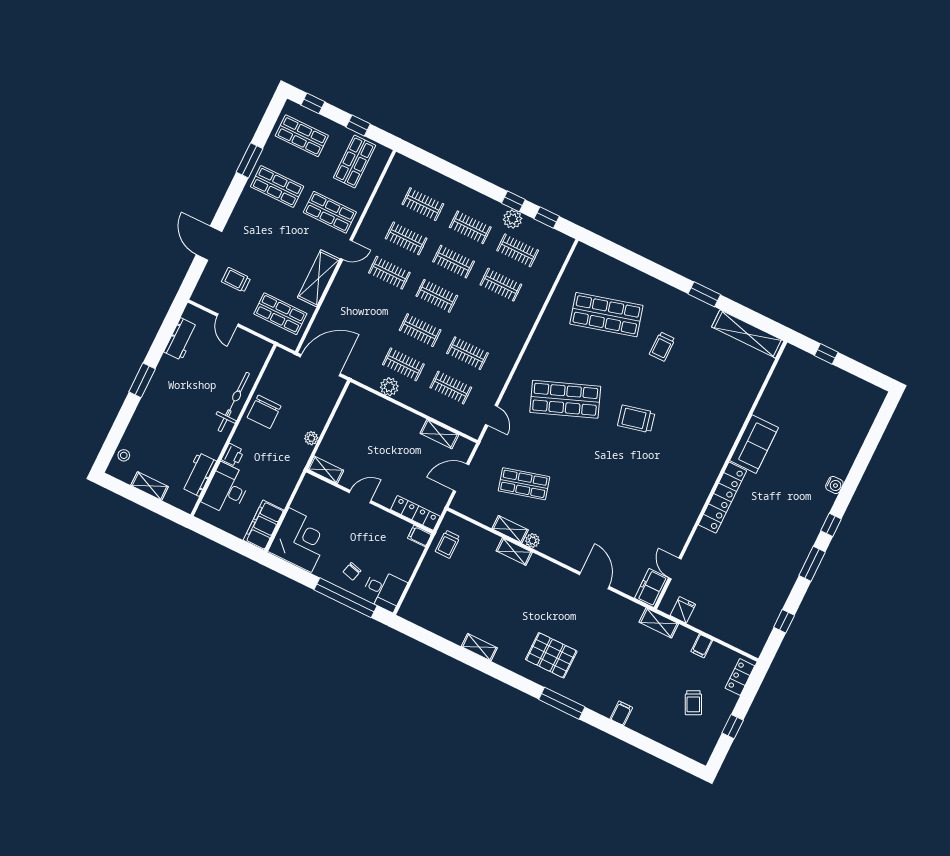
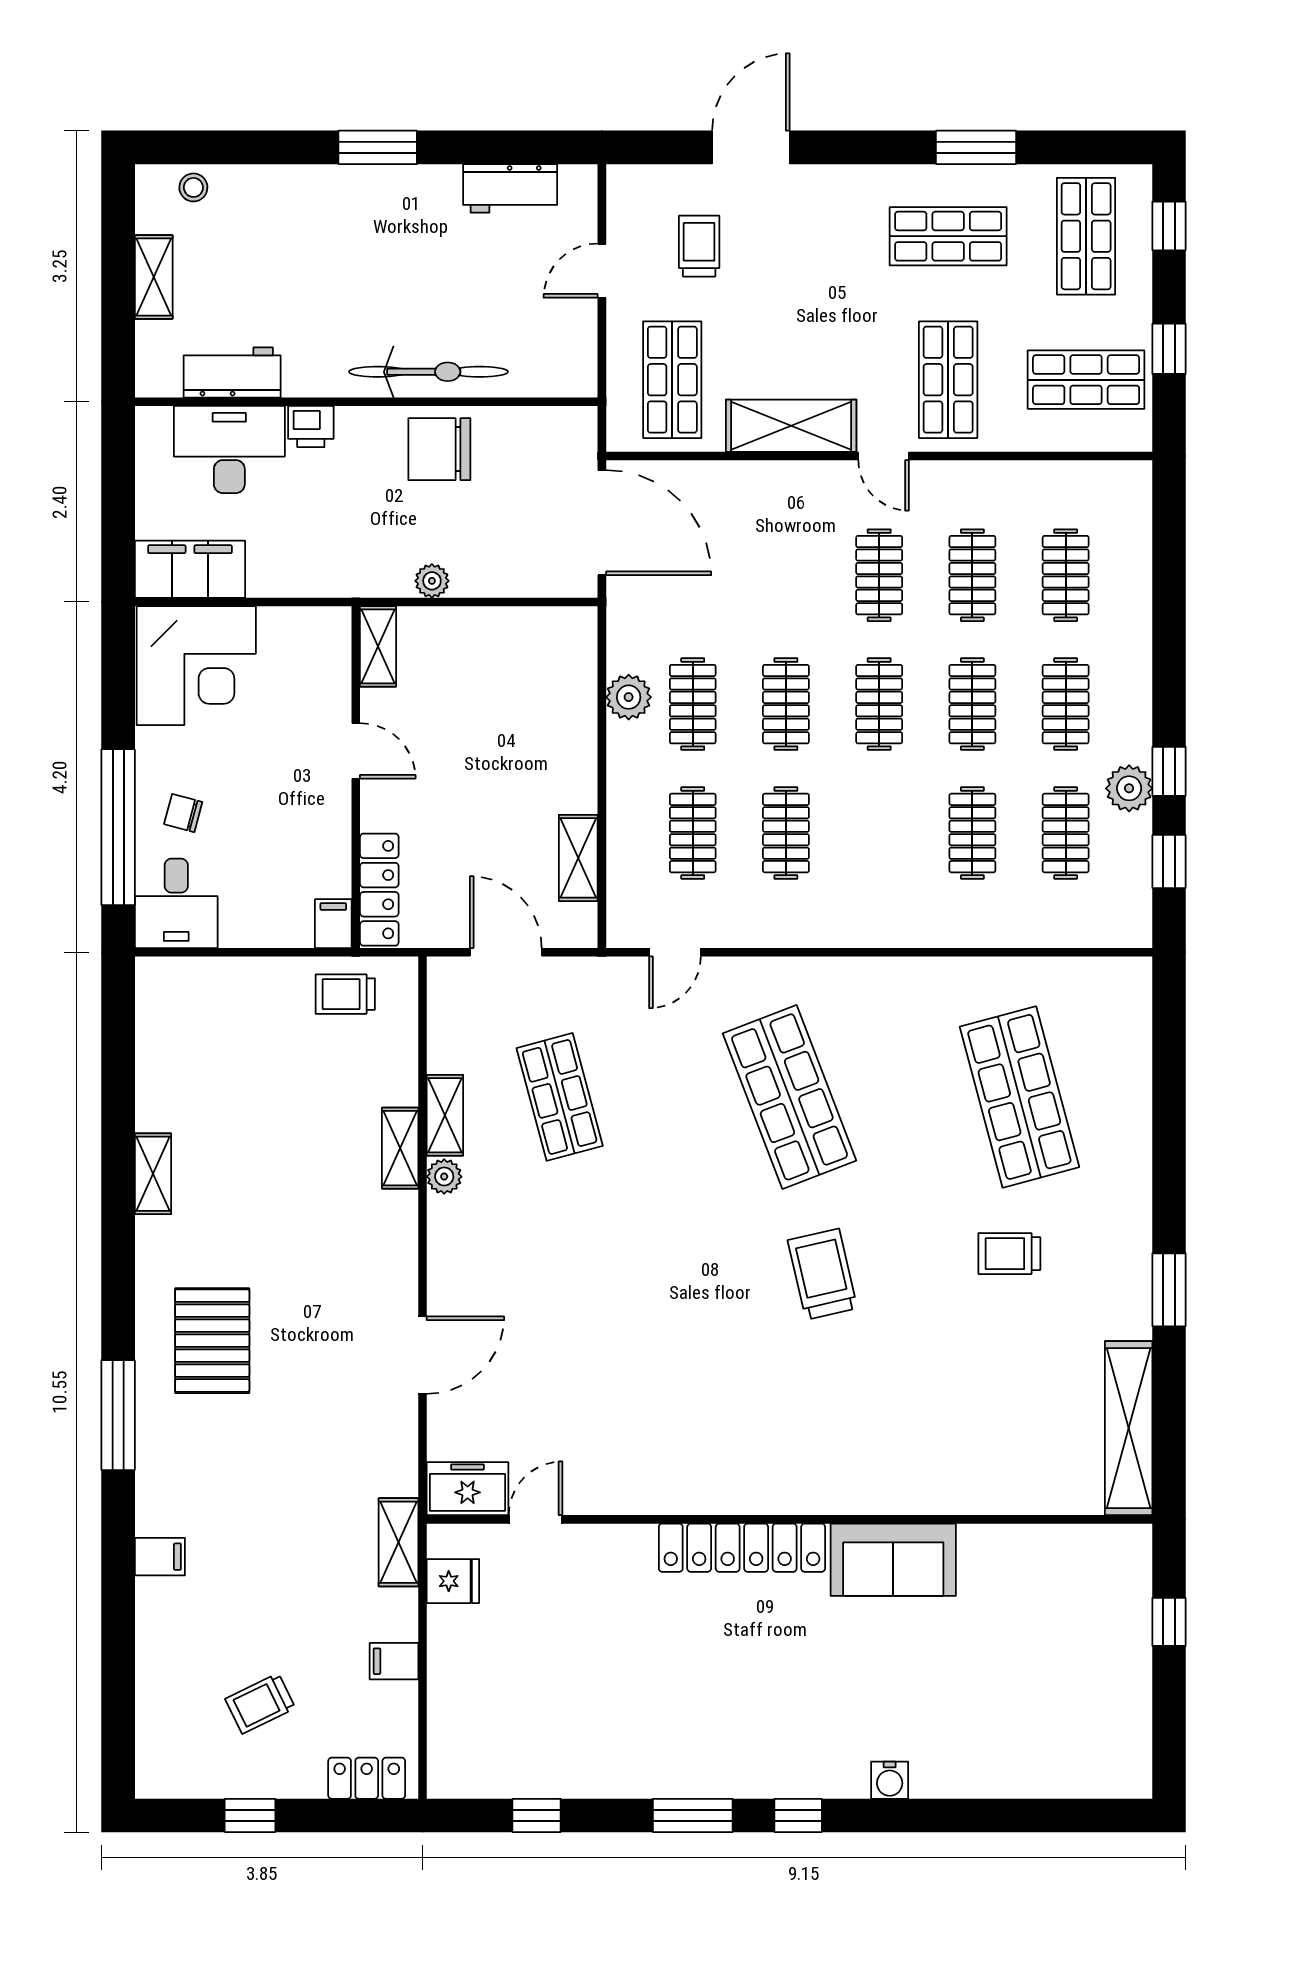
shop shelf: (277, 187) -> (948, 236), turned 90

